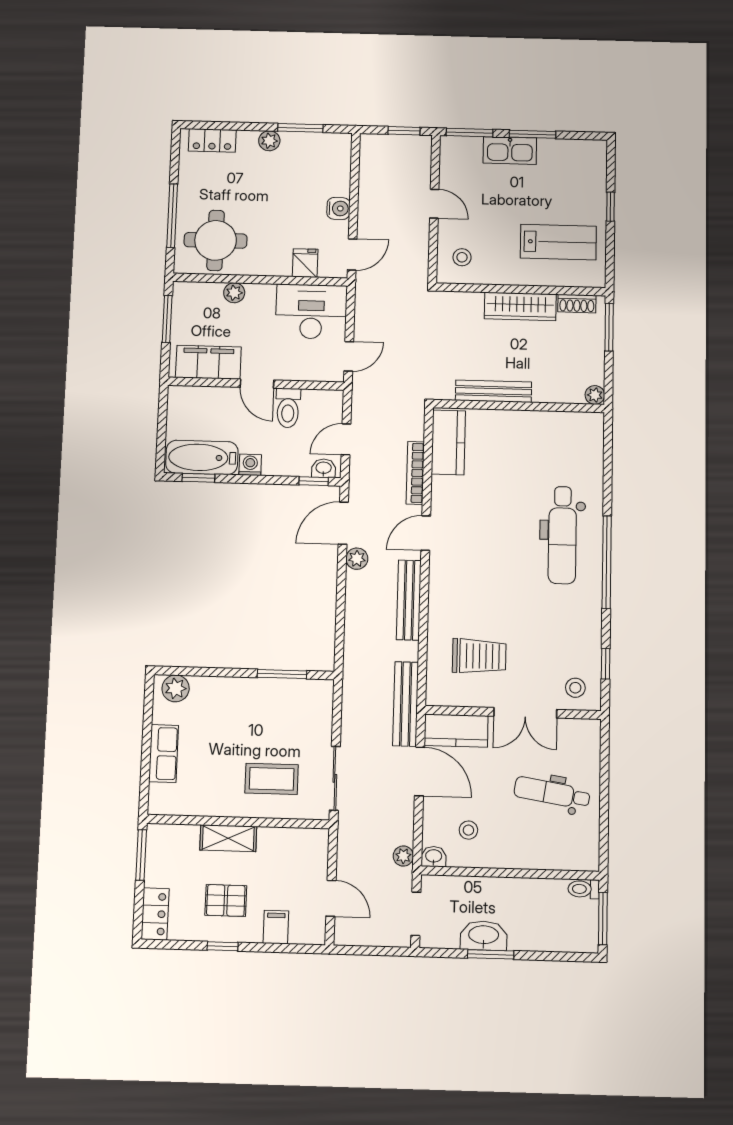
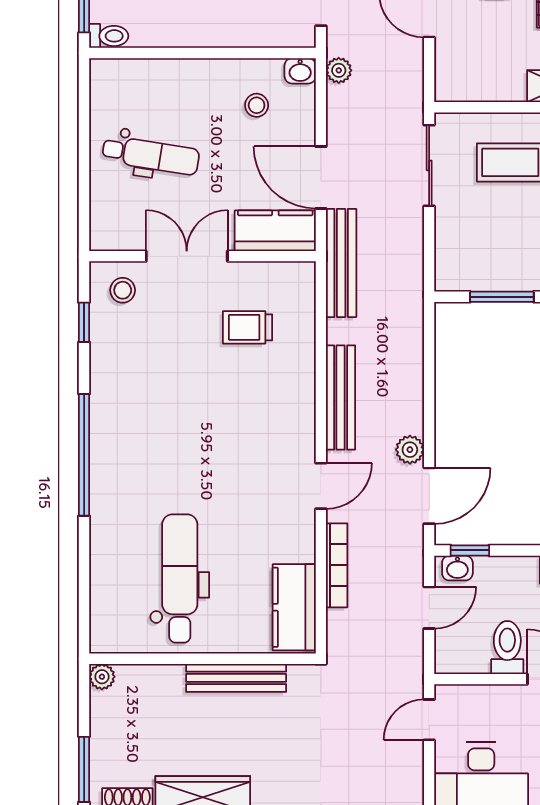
dental chair: (562, 535) -> (180, 578), moved
trolley: (479, 656) -> (248, 327), width x0.73, depth x0.72

